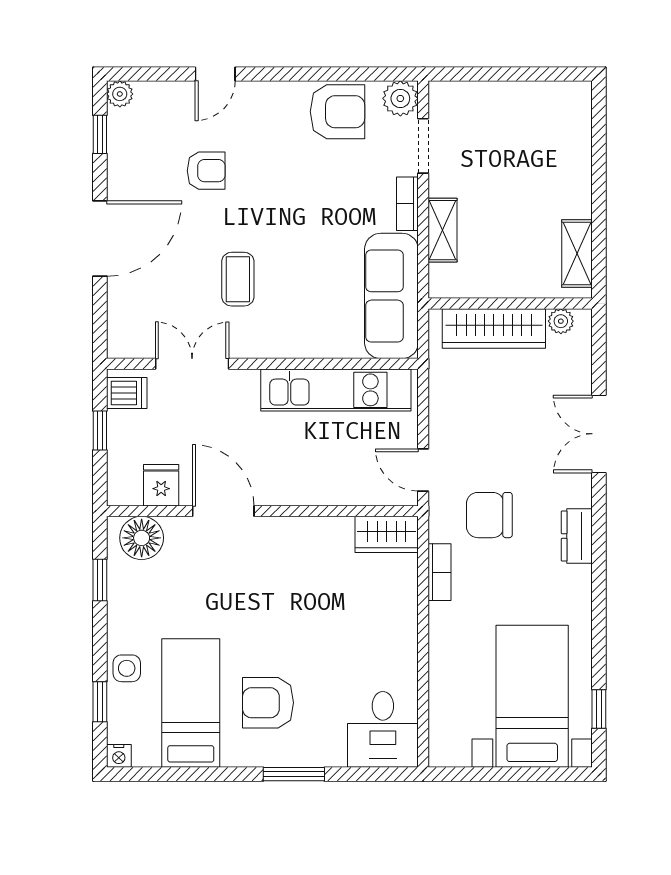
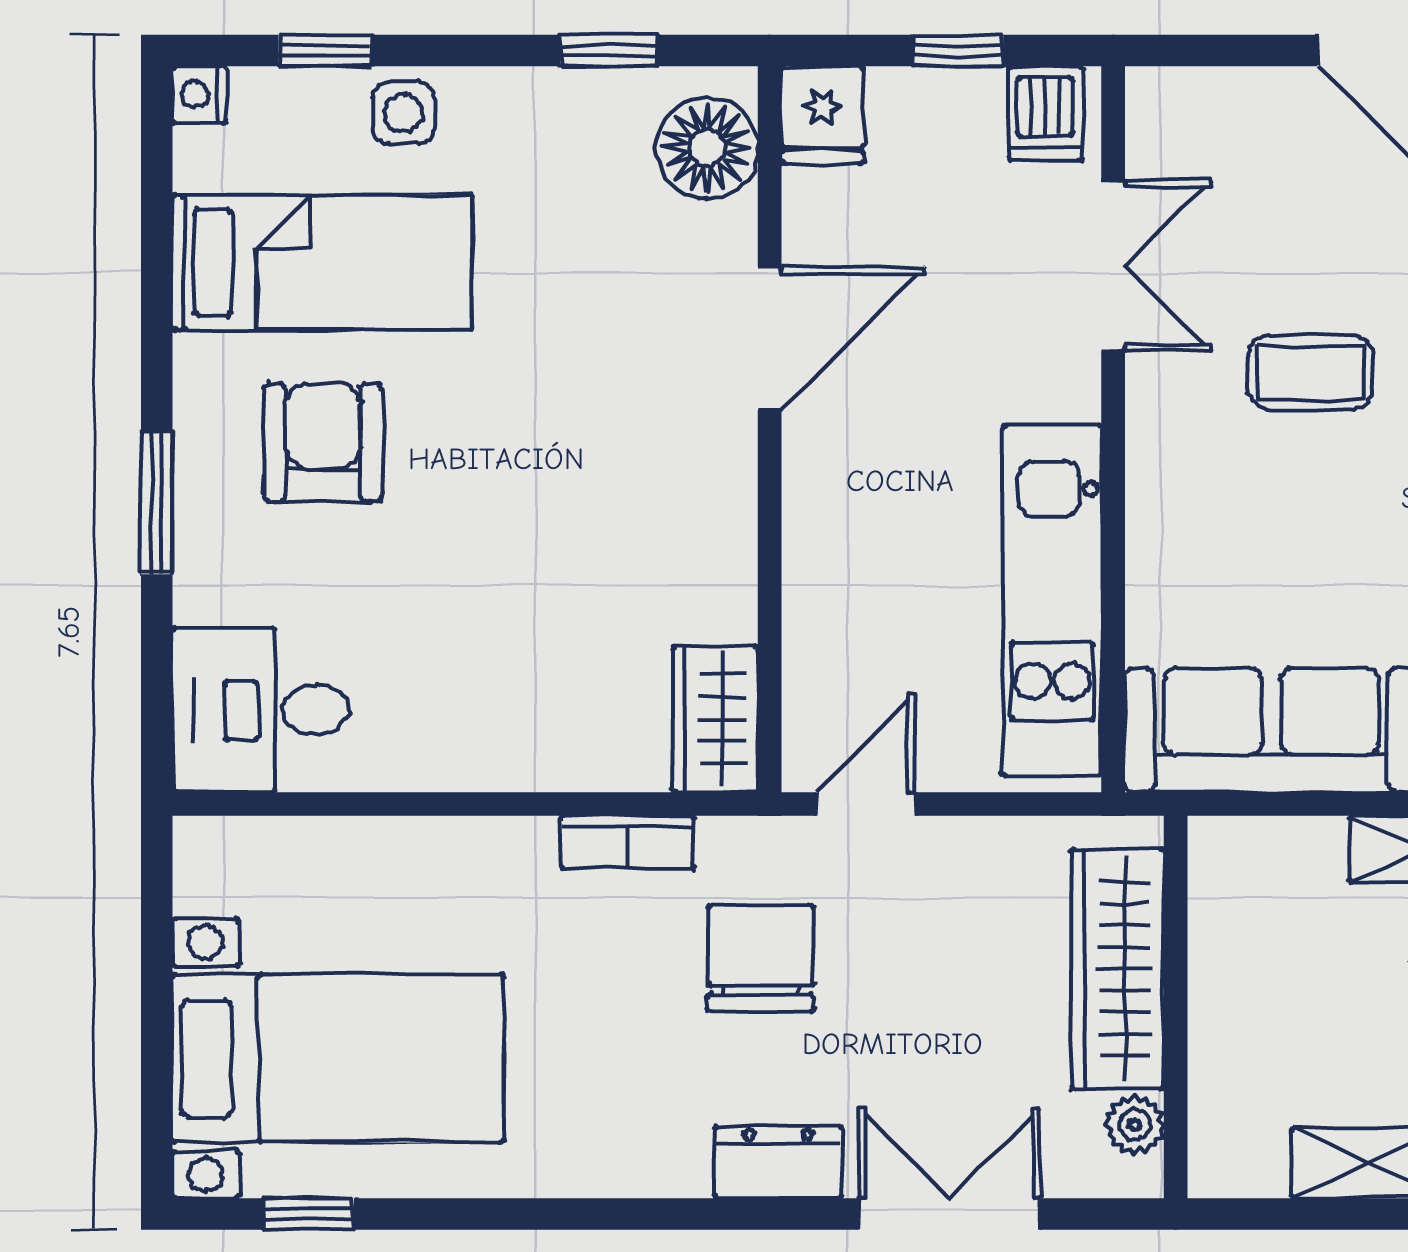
wall: (510, 303) -> (1176, 1007), moved
plant: (561, 321) -> (1134, 1125), moved
wardrobe: (494, 328) -> (1118, 969), moved
fridge: (161, 485) -> (822, 115), moved, turned 90
dresser: (577, 536) -> (778, 1162), moved

